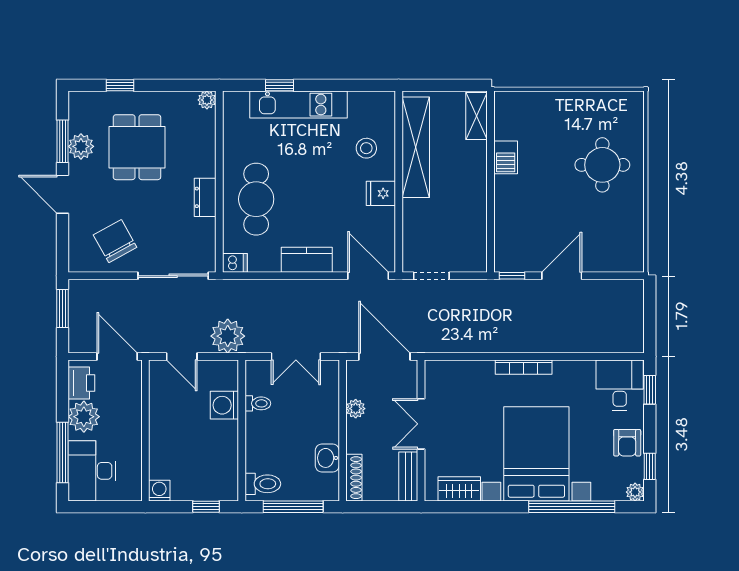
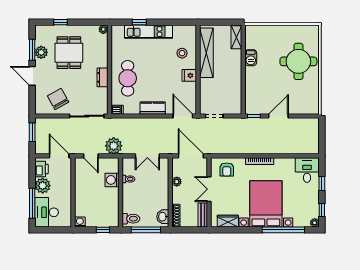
round table: (602, 165) -> (298, 61), width x1.36, depth x1.36
window: (650, 390) -> (322, 184), moved
armchair: (627, 443) -> (227, 169), moved
washbasin: (327, 458) -> (163, 217), moved

